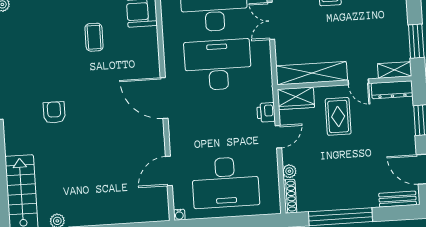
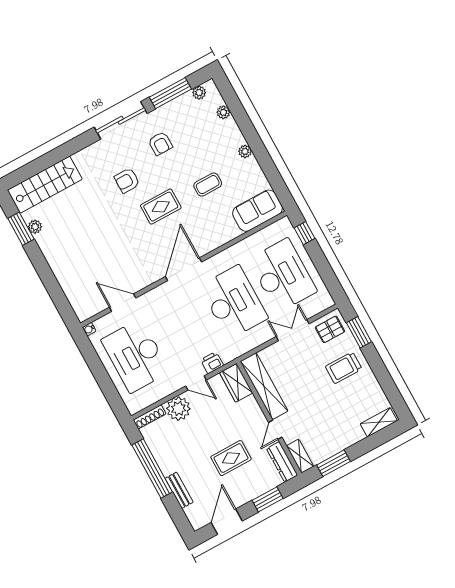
armchair: (34, 64) -> (160, 143), added
rug: (94, 92) -> (161, 207), added
armchair: (54, 112) -> (127, 180), turned 180
rug: (338, 116) -> (231, 458), moved
plant: (289, 171) -> (178, 409), width x1.88, depth x1.88
bench: (398, 199) -> (179, 490), moved

